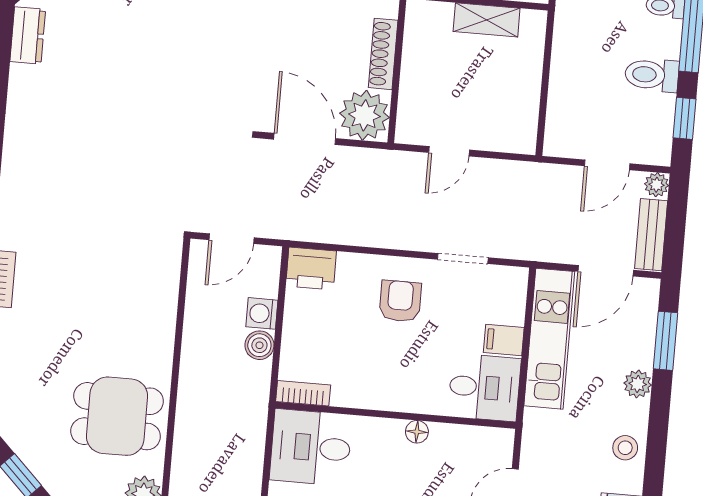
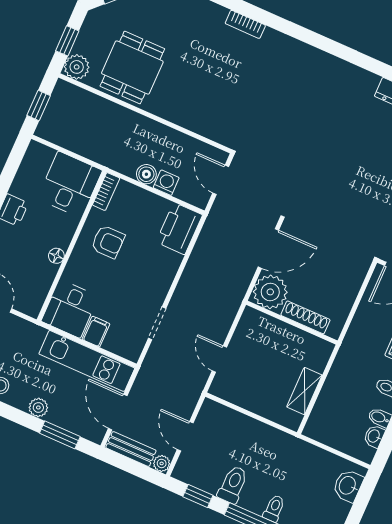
door: (449, 151) -> (219, 359), moved
printer: (311, 269) -> (179, 228), width x1.37, depth x1.19
armchair: (400, 301) -> (108, 242), moved

